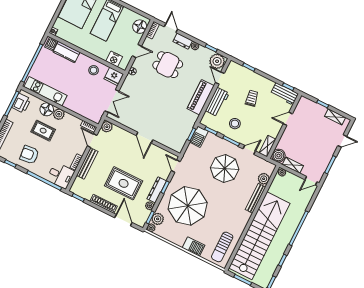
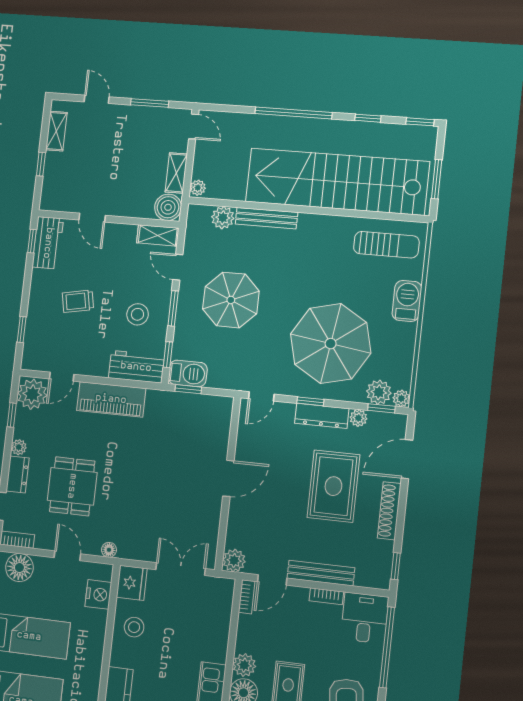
workbench: (217, 102) -> (136, 367), moved

